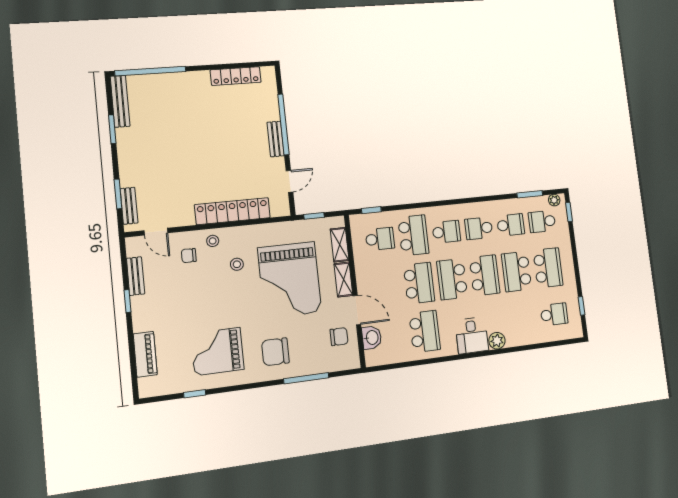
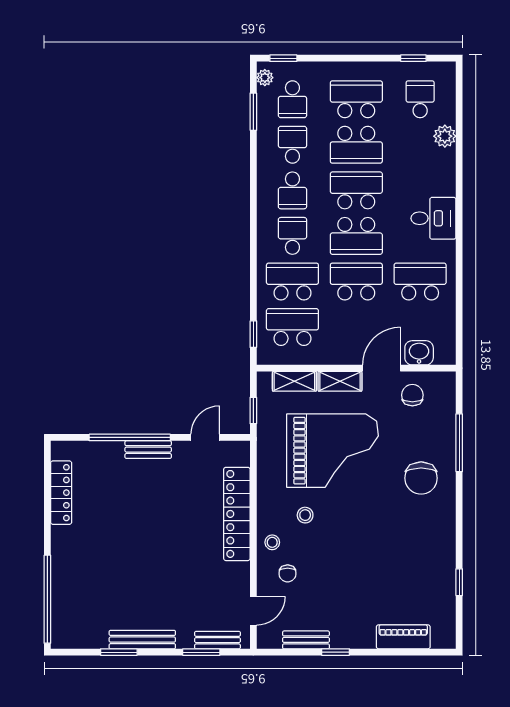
bench: (120, 101) -> (142, 640), moved
door: (289, 181) -> (205, 437), hinge flipped
school desk: (380, 239) -> (292, 327), width x1.85
plant: (497, 341) -> (445, 136), moved
grand piano: (217, 351) -> (411, 550), removed

